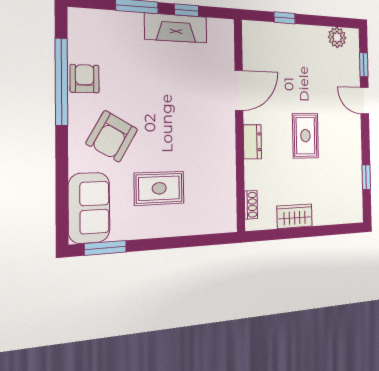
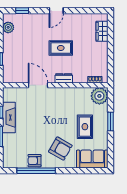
door: (365, 101) -> (56, 11), moved
window: (366, 177) -> (84, 11), removed
plant: (221, 216) -> (99, 96), added
wardrobe: (295, 216) -> (102, 31), moved
window: (105, 248) -> (110, 122), moved

